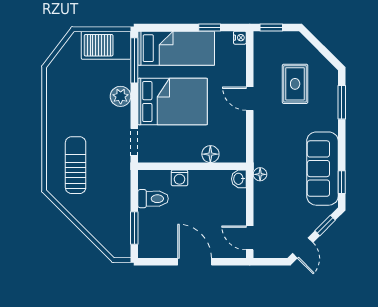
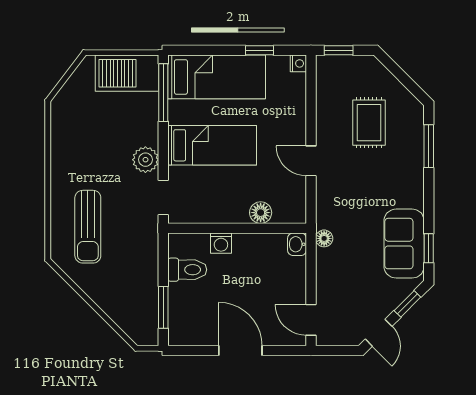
plant: (121, 96) -> (145, 160), moved
door: (250, 99) -> (311, 161), moved
bed: (173, 102) -> (212, 145), width x0.67
sun lounger: (76, 165) -> (88, 227), turned 180
sofa: (322, 169) -> (404, 244), width x0.73

